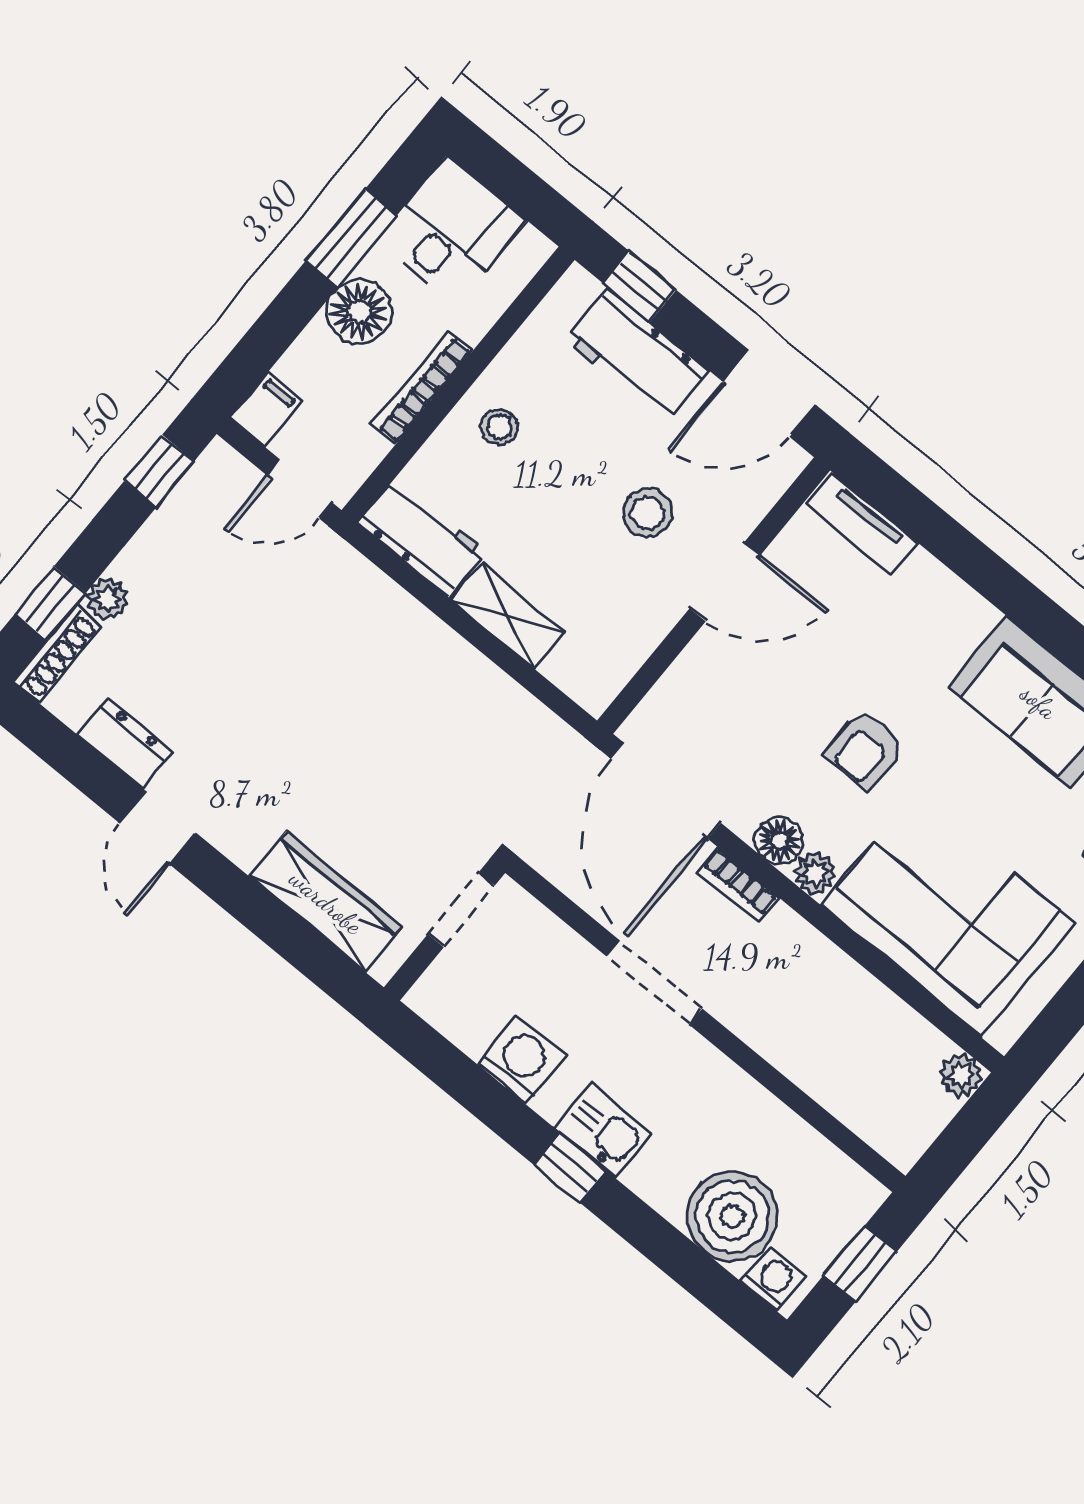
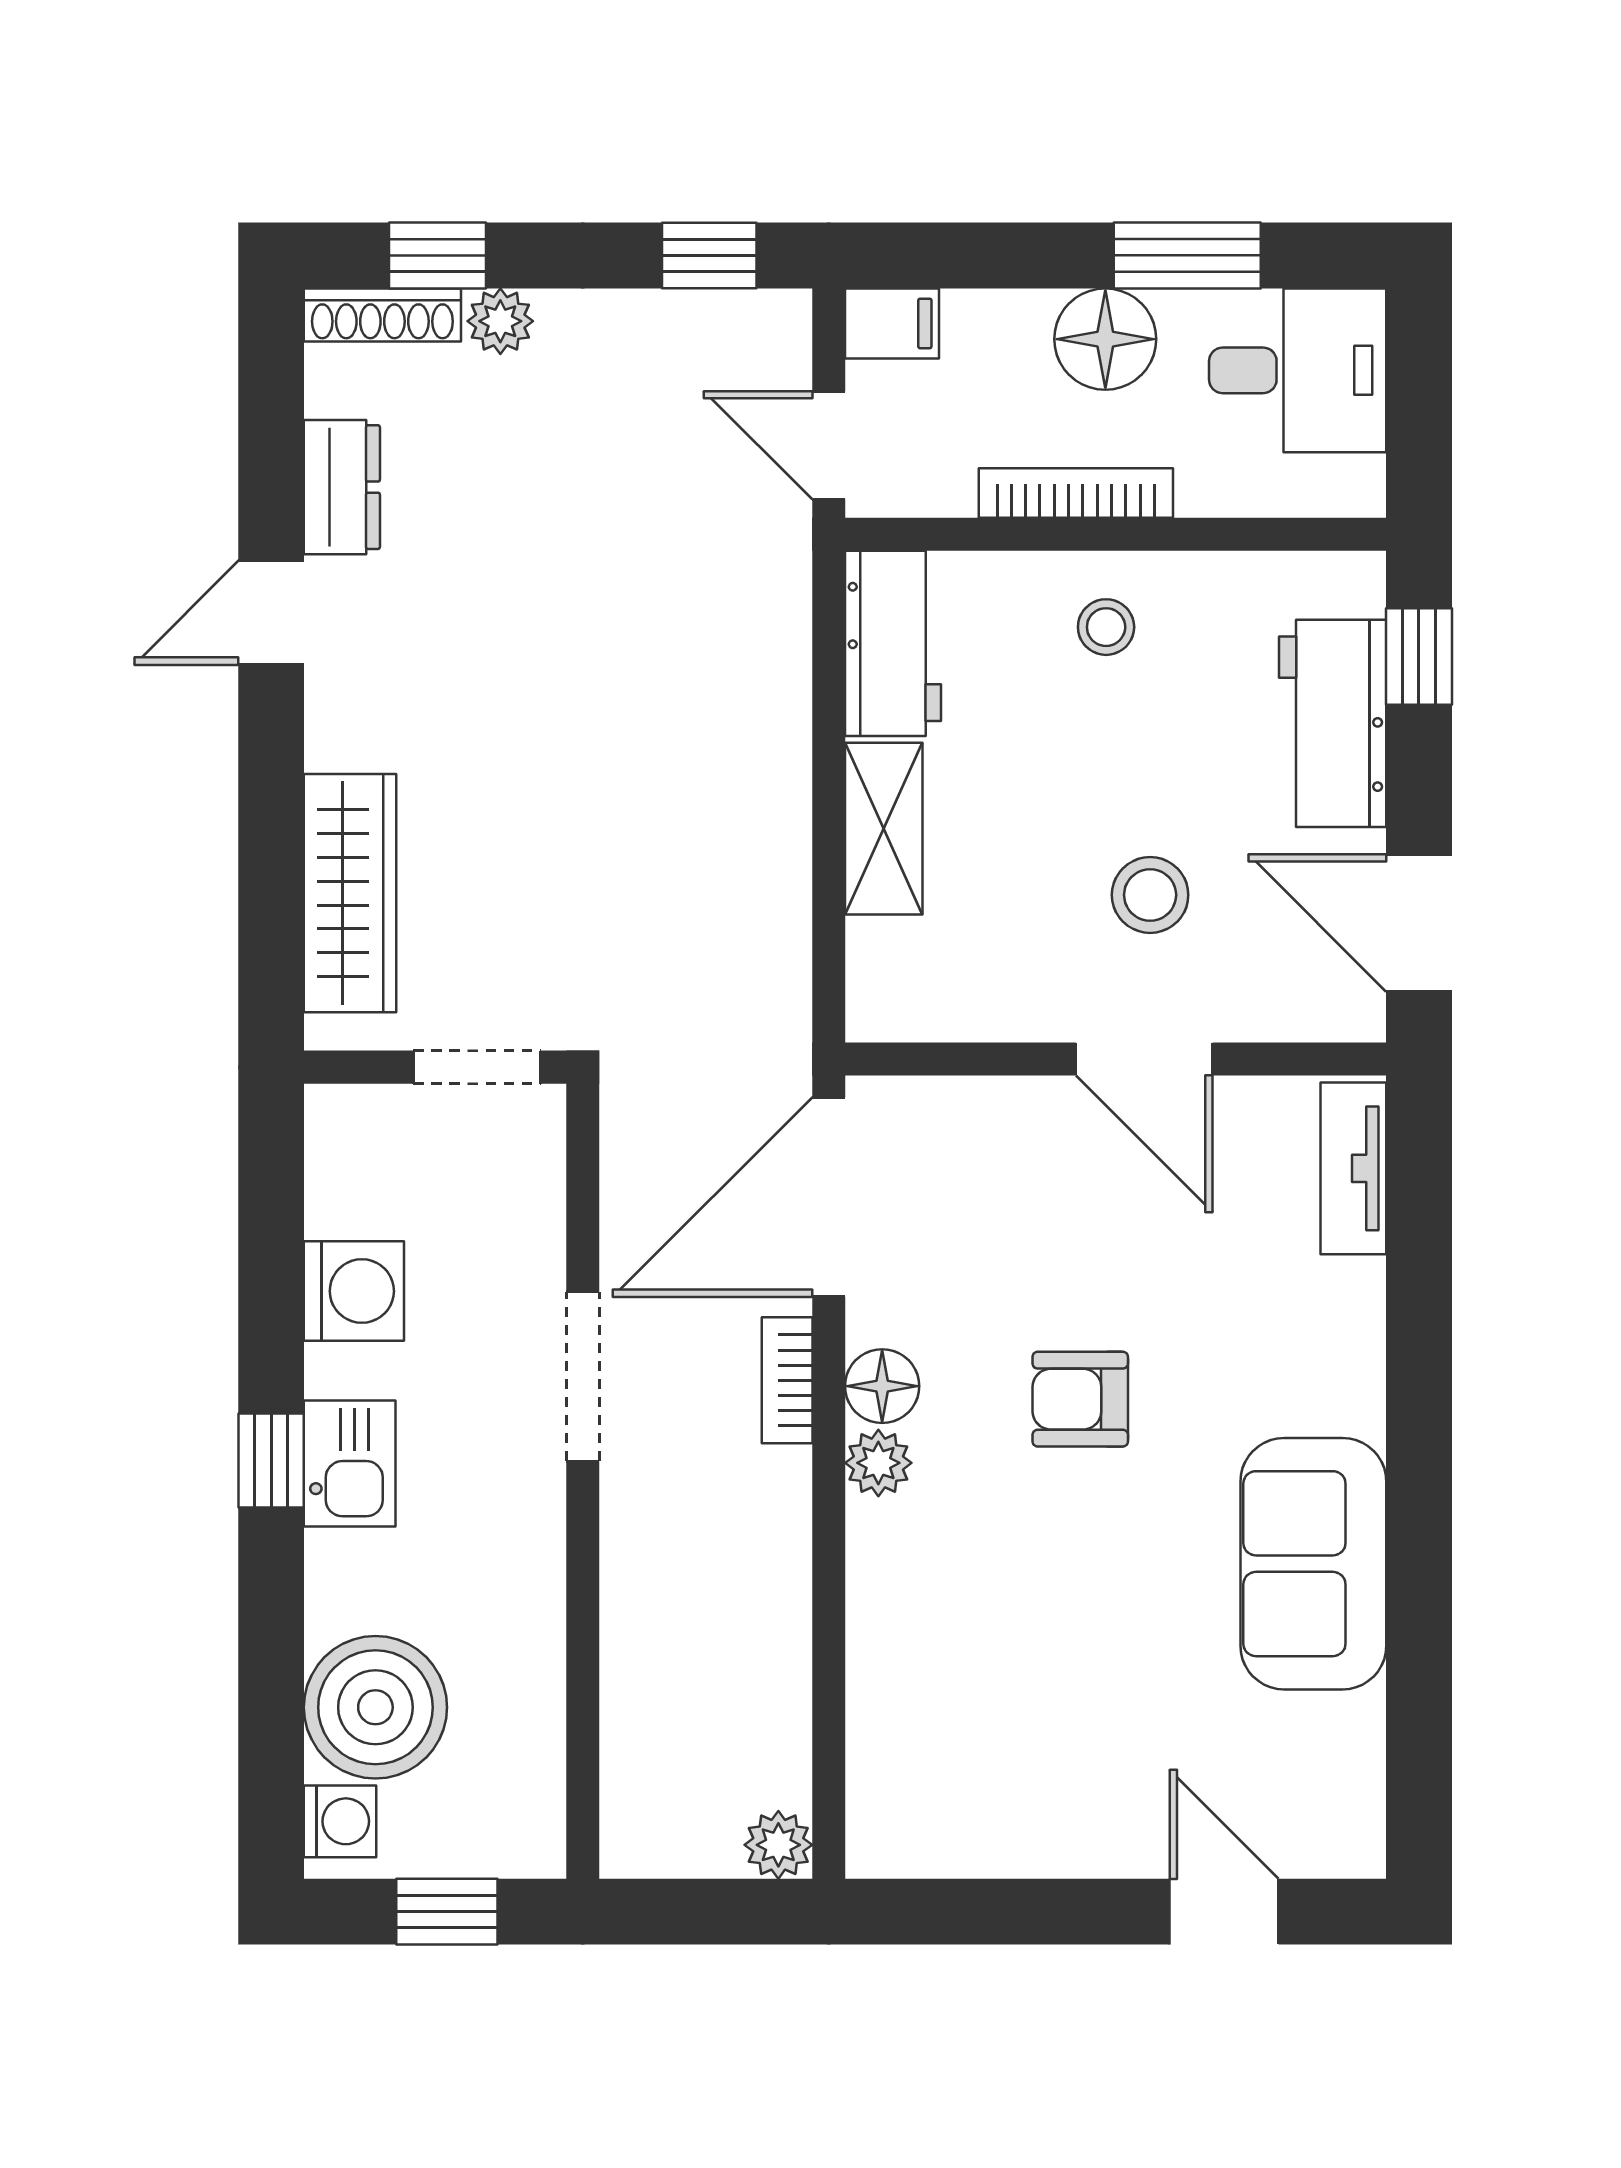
corner sofa: (949, 914) -> (963, 1668), removed

